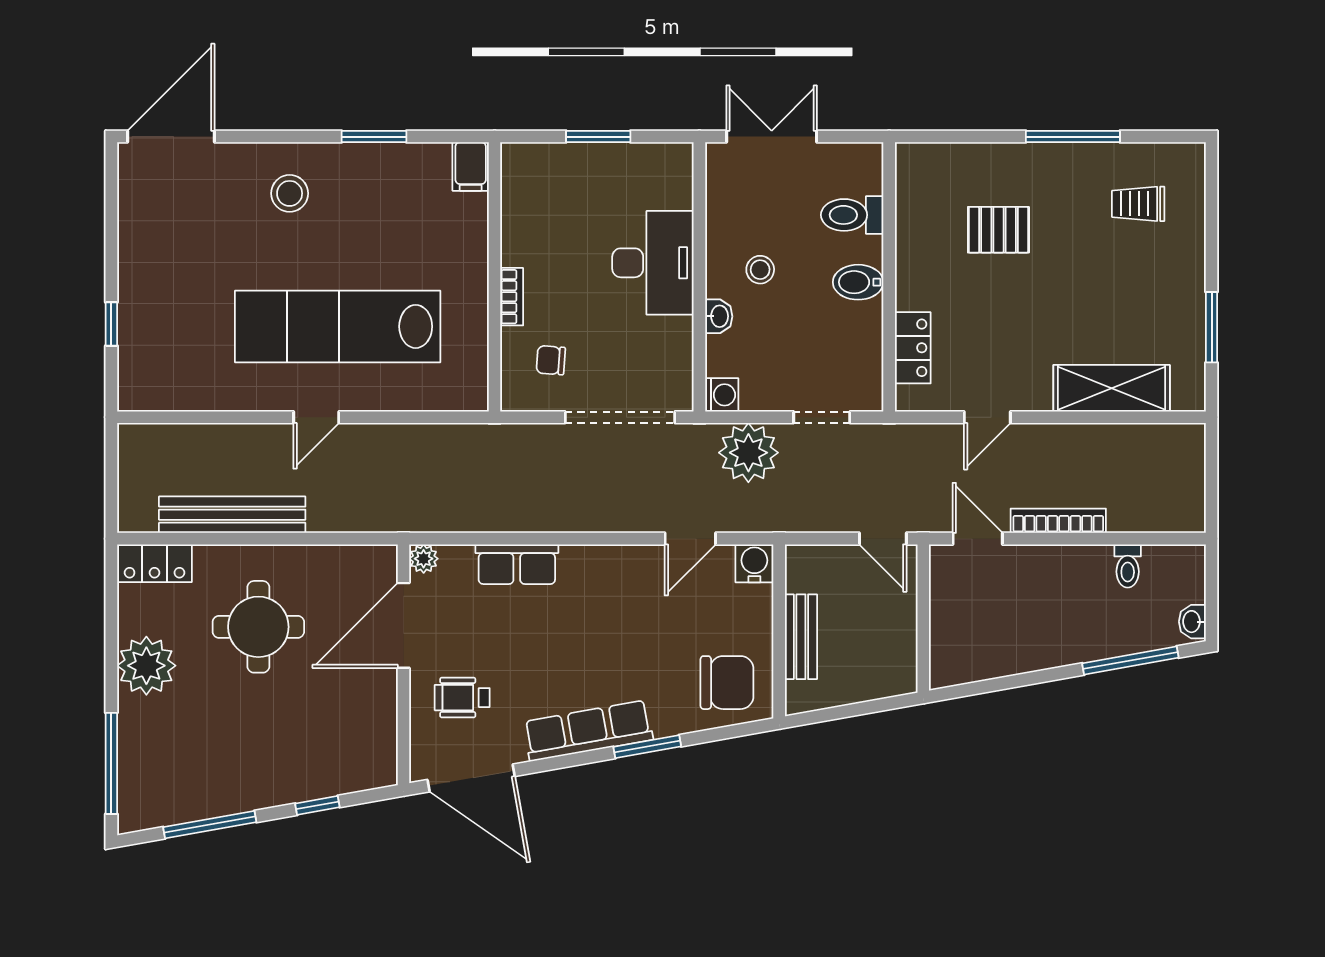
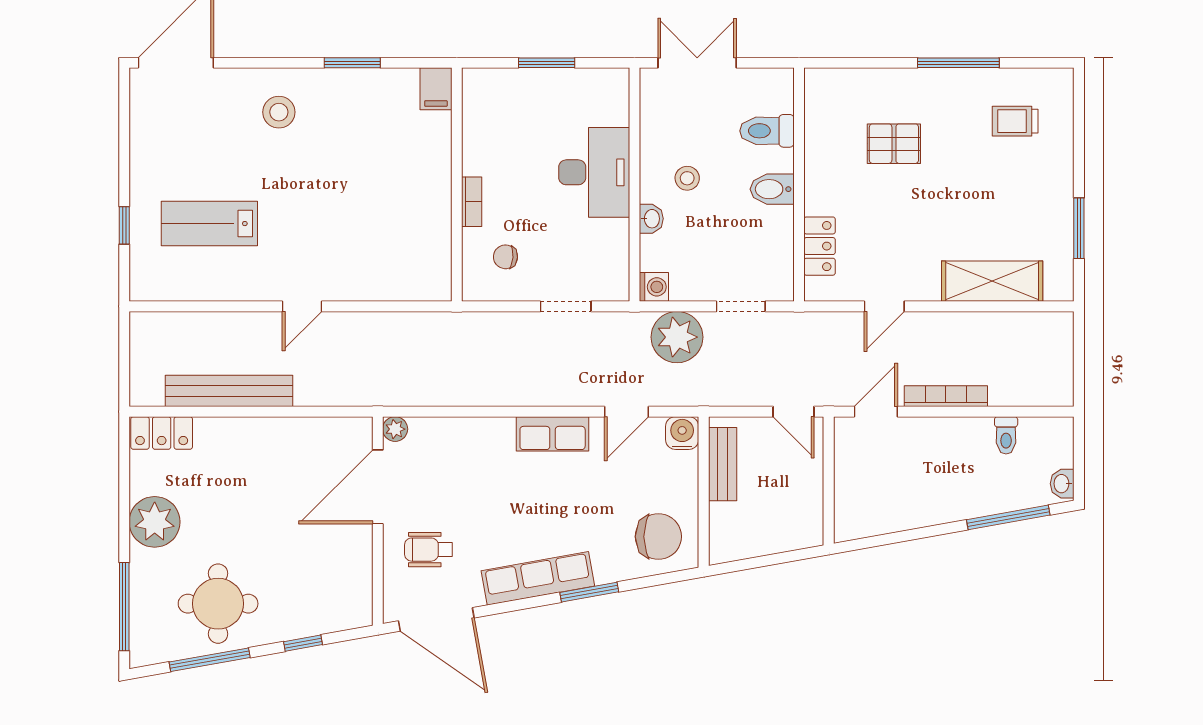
lab bench: (338, 326) -> (209, 224), moved, width x0.54, depth x0.72
doorway: (620, 417) -> (566, 306), width x0.53
door: (978, 539) -> (876, 412), hinge flipped
row of seats: (517, 564) -> (553, 434), moved
round table: (258, 627) -> (218, 604), moved
bench: (801, 637) -> (723, 464), moved

